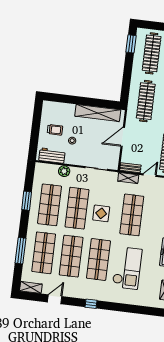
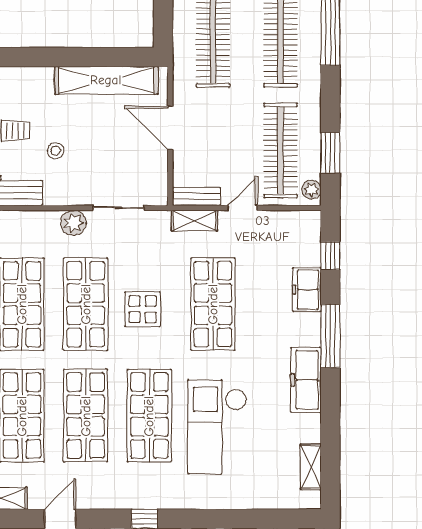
door: (123, 137) -> (170, 128), hinge flipped
plant: (64, 171) -> (73, 223), moved
checkout: (127, 268) -> (217, 427), turned 180

